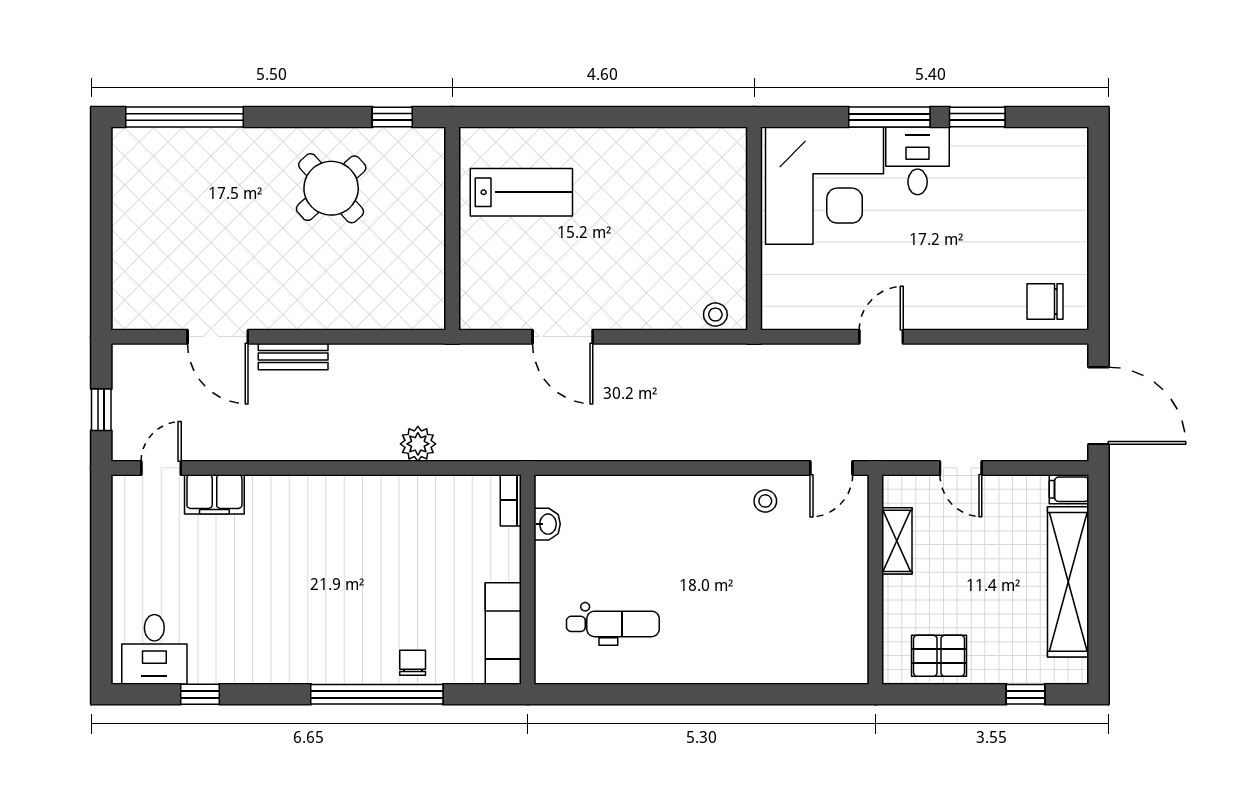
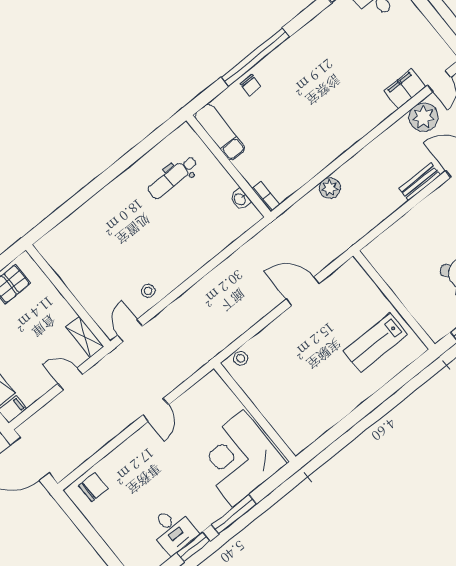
desk: (918, 161) -> (173, 530), moved
plant: (220, 437) -> (424, 117), added
shelving: (897, 541) -> (85, 337), moved

